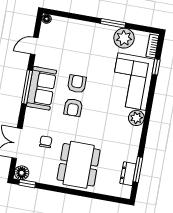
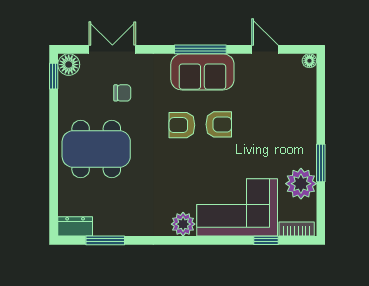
dresser: (128, 174) -> (75, 226), moved

